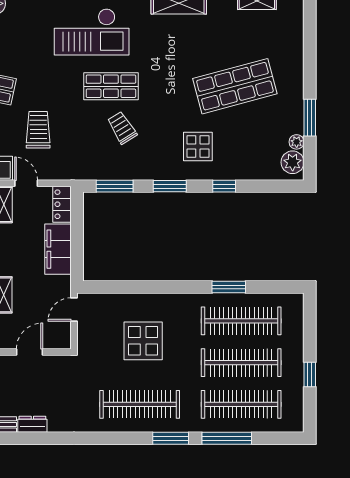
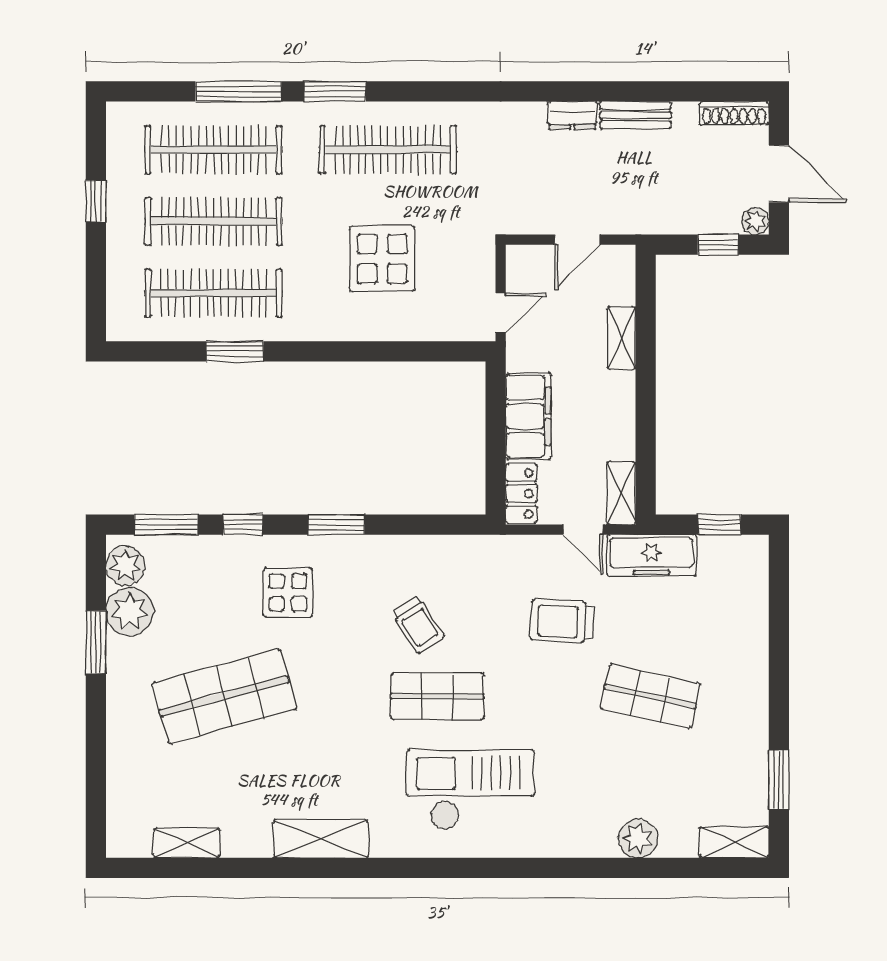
trolley: (38, 130) -> (562, 621), turned 93
plant: (297, 142) -> (130, 612), width x1.87, depth x1.87
window: (115, 186) -> (166, 525), moved

